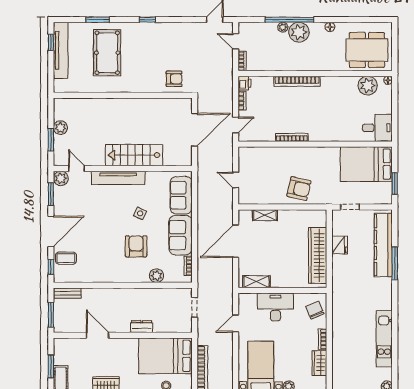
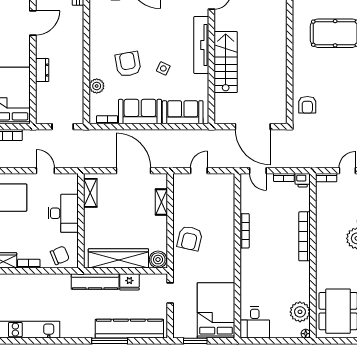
boiler: (319, 218) -> (158, 260), added
armchair: (136, 246) -> (128, 64), turned -100
kitchen counter: (339, 277) -> (95, 282), added

